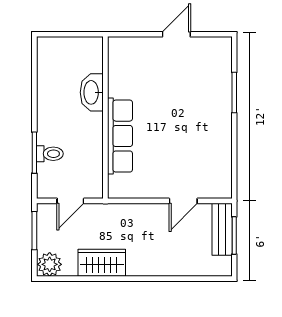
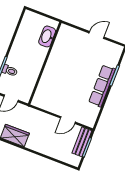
washbasin: (92, 92) -> (47, 36), moved
row of seats: (120, 136) -> (102, 86), moved, turned 180

